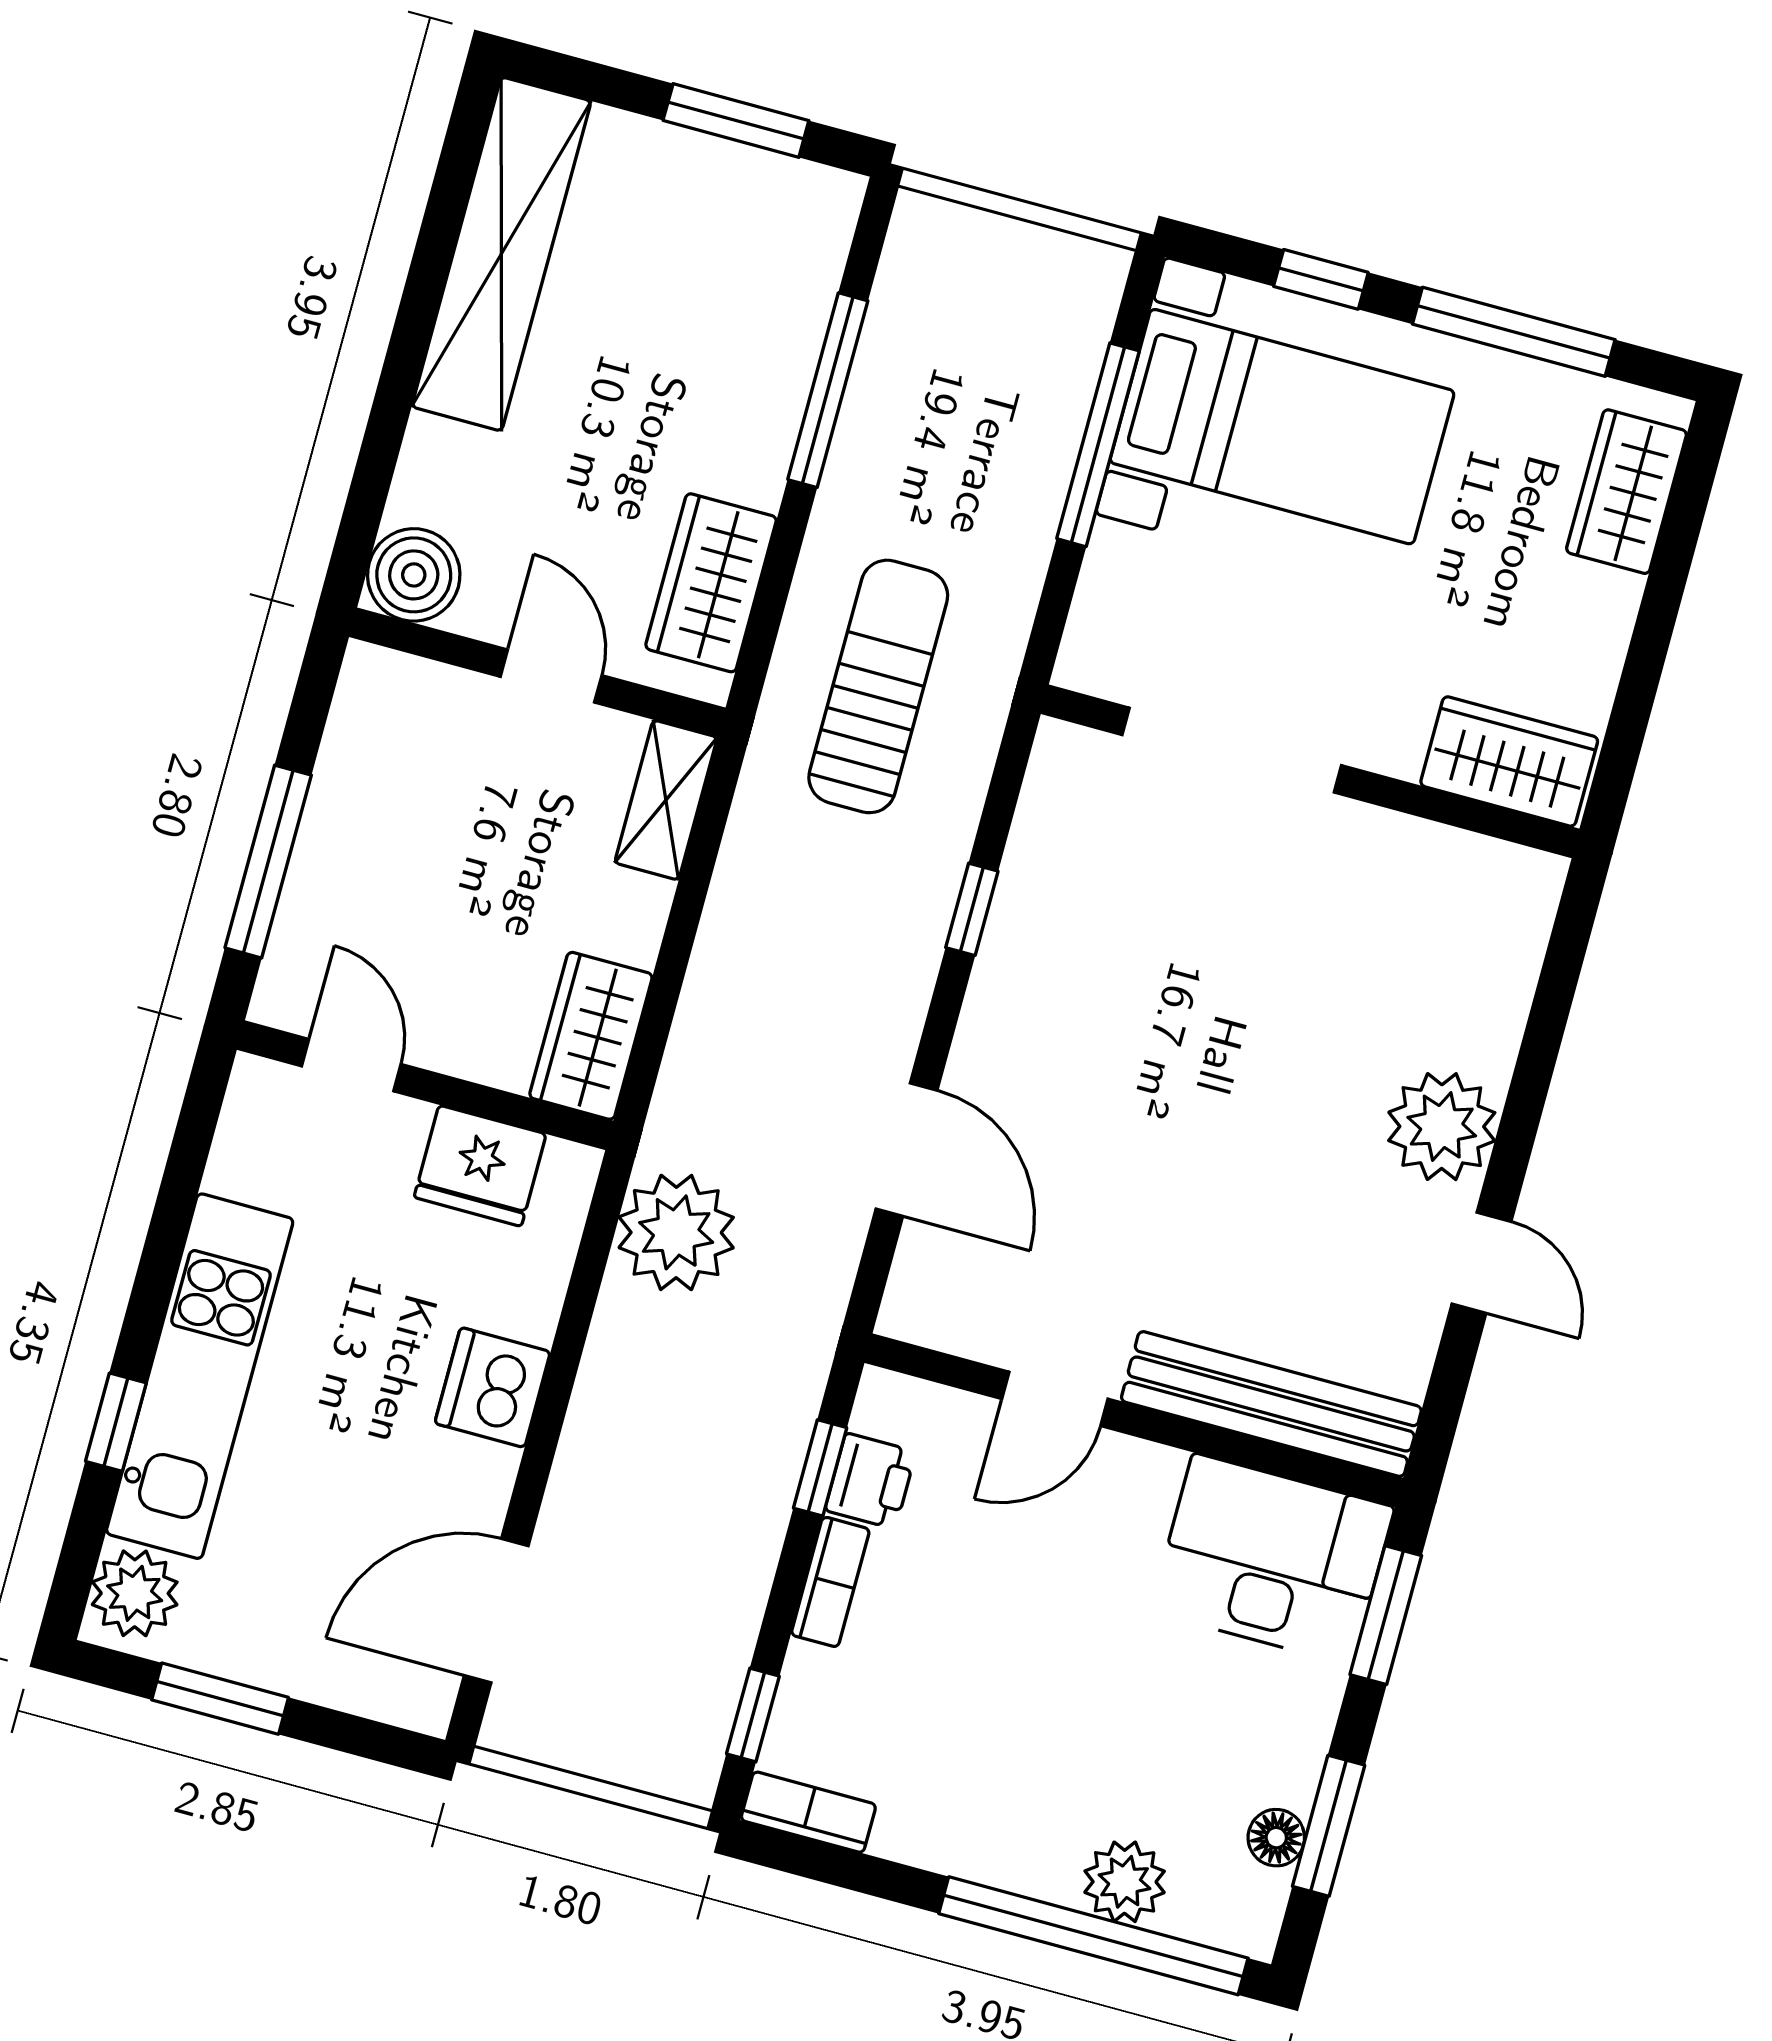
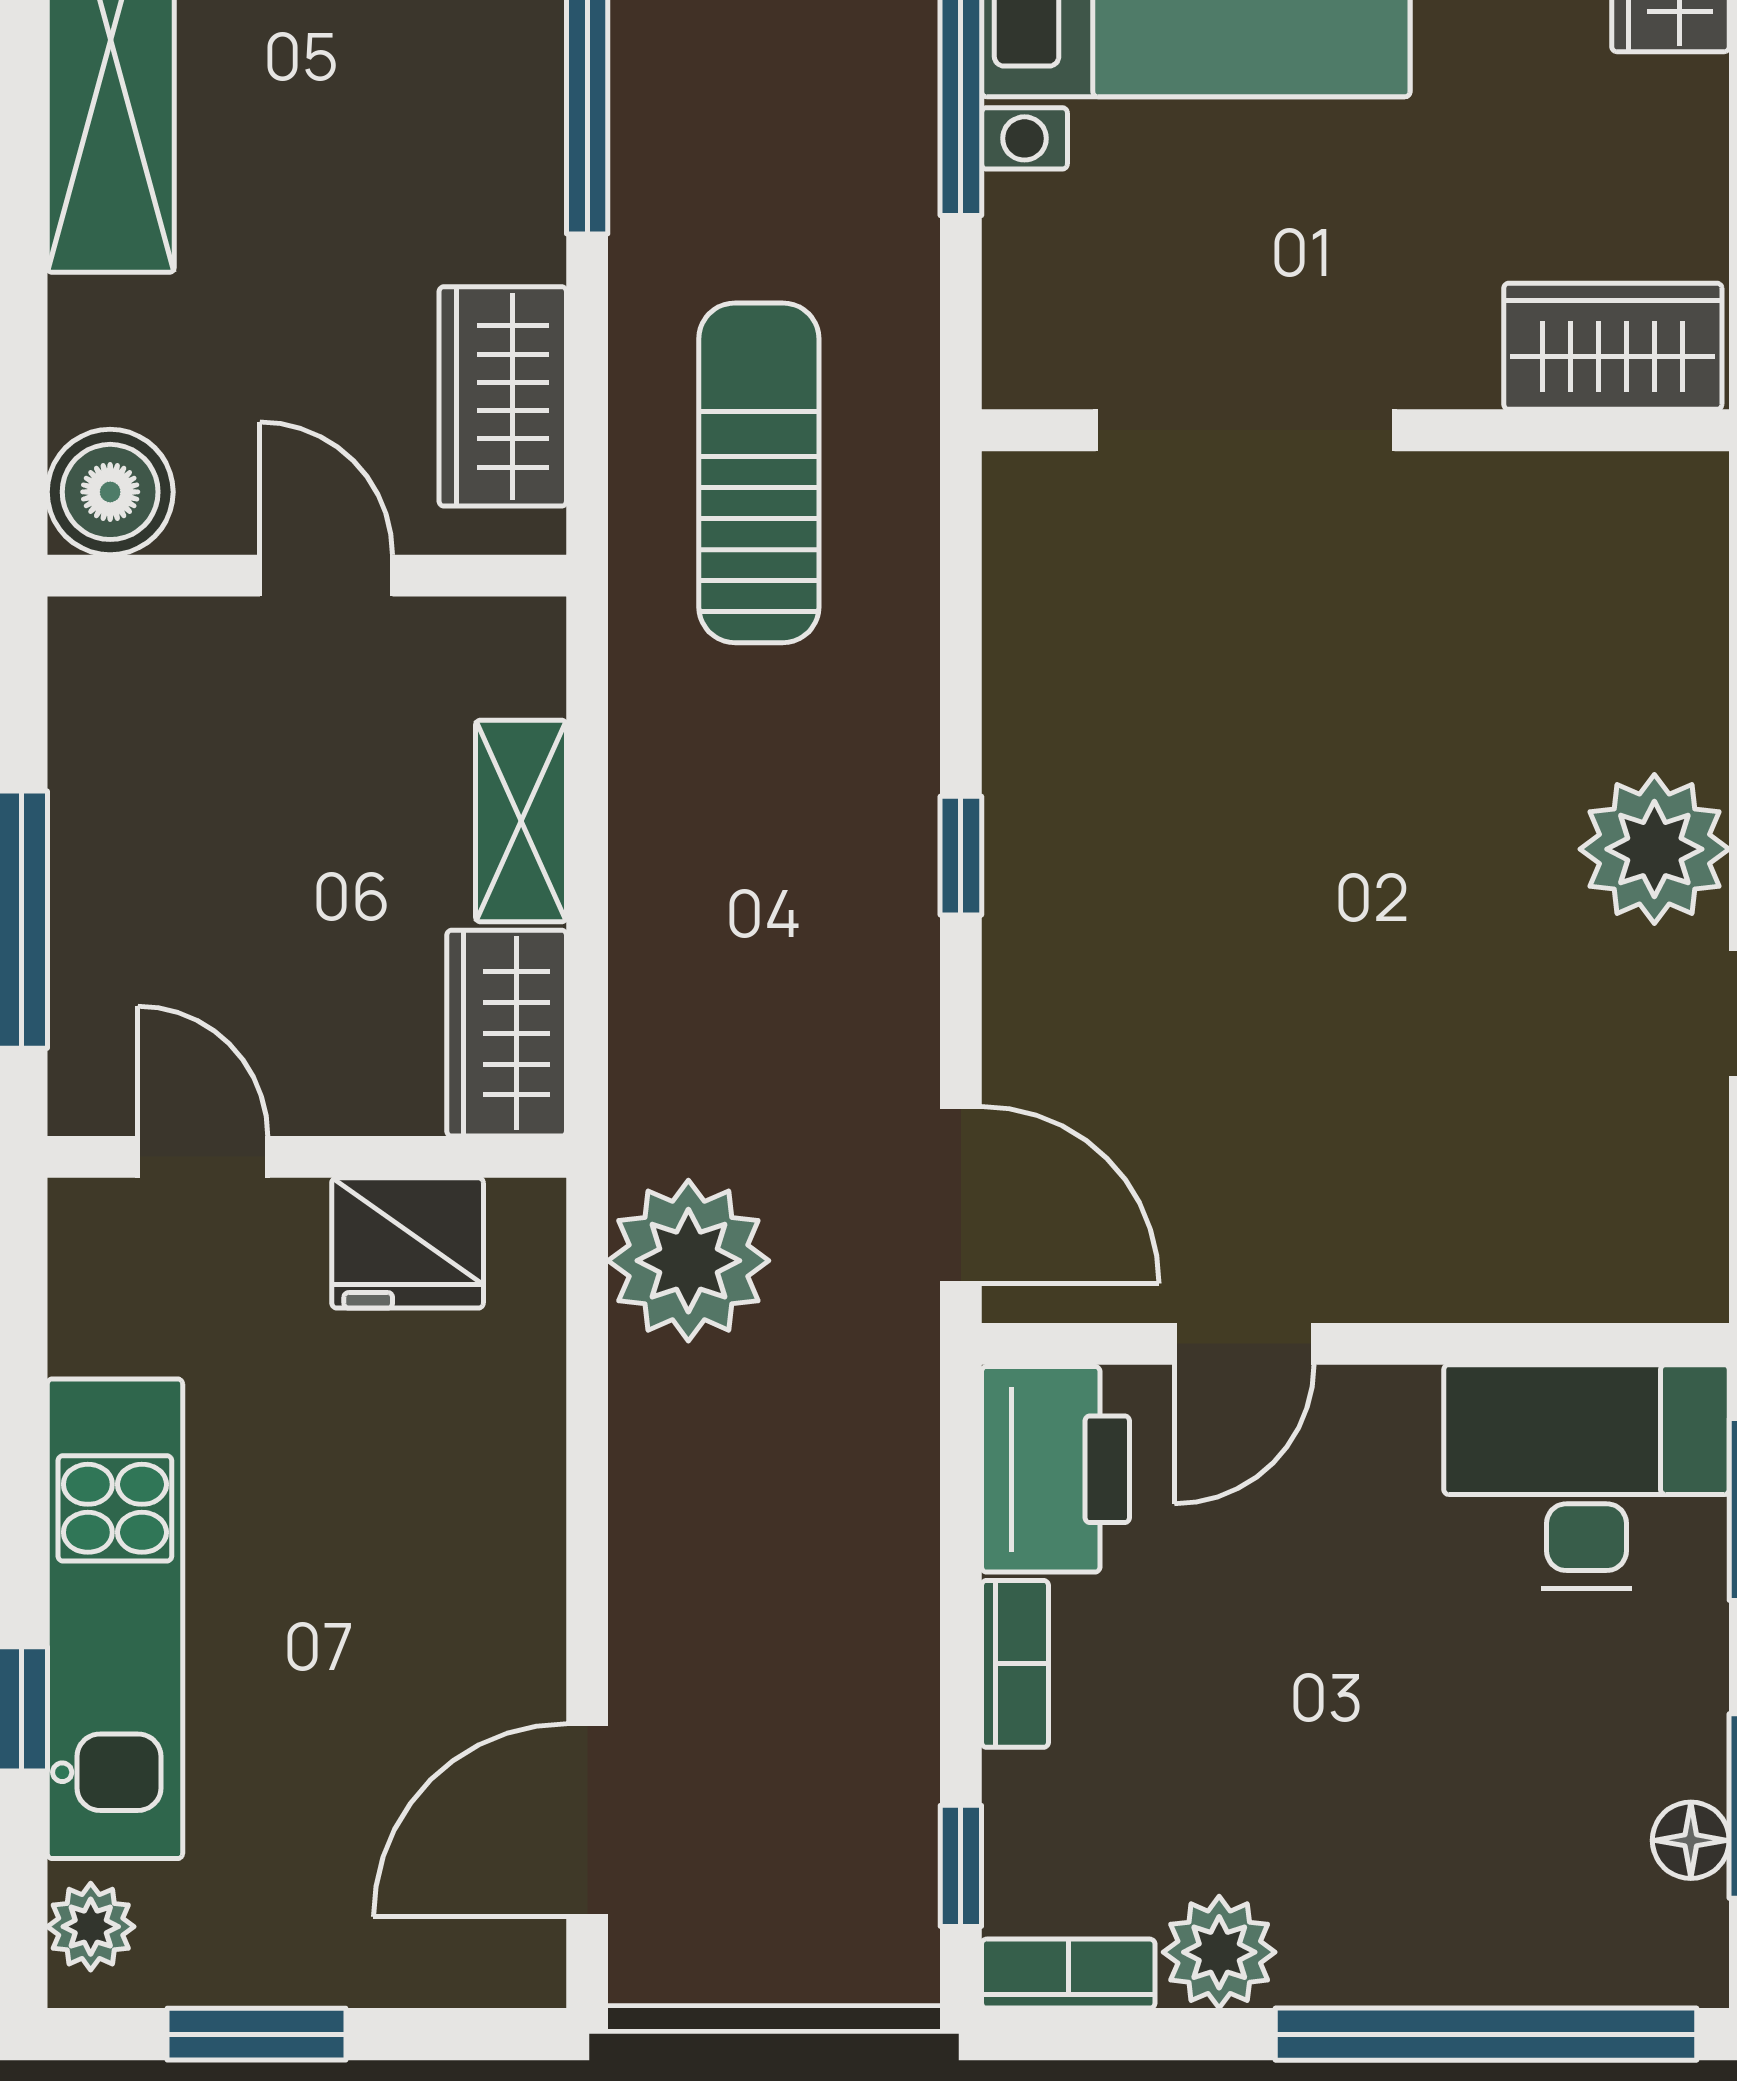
shelving: (666, 800) -> (521, 821), moved
window: (972, 909) -> (961, 856), moved
door: (906, 1150) -> (961, 1195), moved
dishwasher: (493, 1388) -> (503, 1529), removed
bench: (1271, 1404) -> (1530, 1273), removed
window: (820, 1468) -> (961, 1518), removed
printer: (870, 1481) -> (1056, 1469), width x1.87, depth x1.48
plant: (135, 1593) -> (91, 1927), width x0.73, depth x0.73
plant: (1125, 1882) -> (1219, 1952), moved

